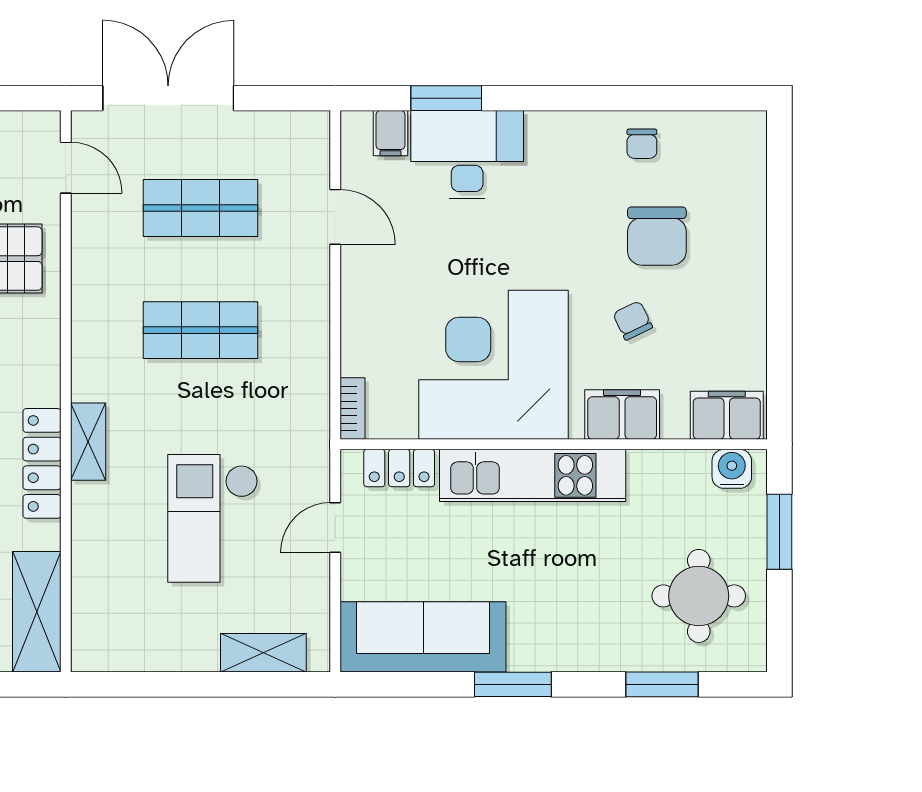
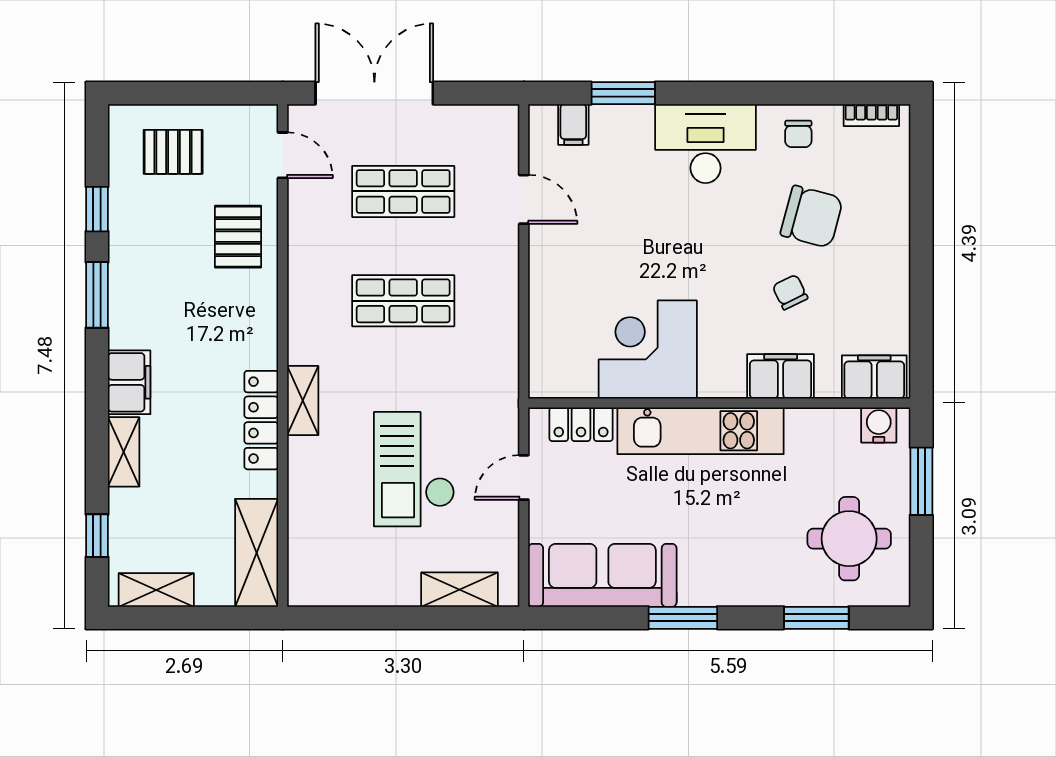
desk: (467, 155) -> (706, 144), moved
chair: (657, 236) -> (812, 217), turned -75
corner desk: (494, 365) -> (648, 349), width x0.74, depth x0.74
bookcase: (353, 408) -> (871, 115), moved, turned 90

